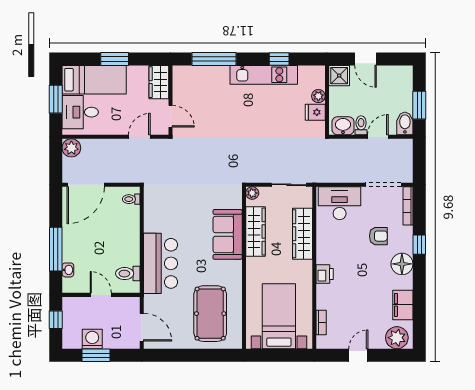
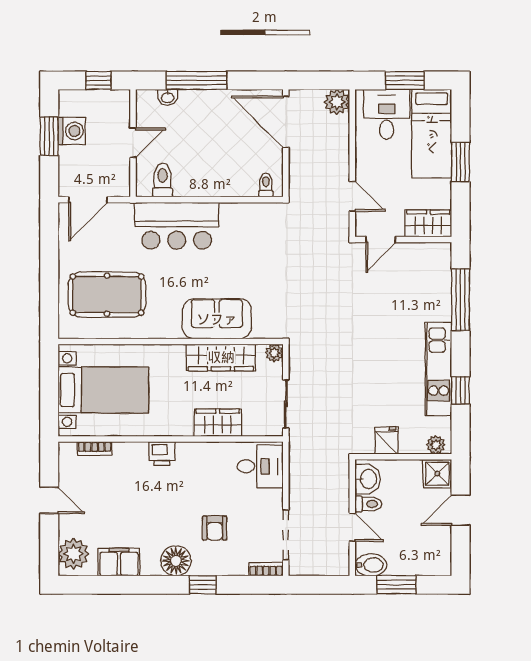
plant: (318, 96) -> (436, 445), moved
desk: (340, 203) -> (260, 466), width x0.73
bookcase: (408, 206) -> (266, 569), width x0.64
wardrobe: (302, 234) -> (218, 423), width x0.67

